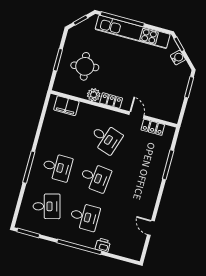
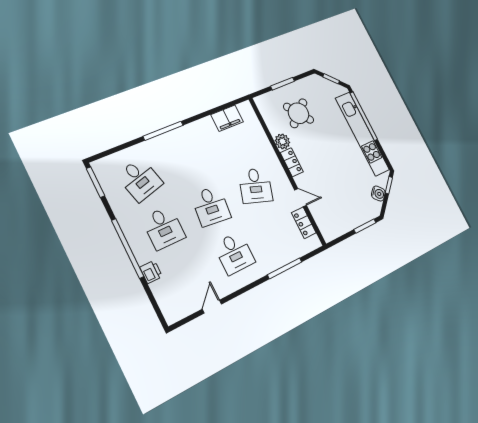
round table: (85, 66) -> (299, 113), turned -30
filing cabinet: (66, 106) -> (227, 118), moved, turned -90
door: (137, 115) -> (301, 198), hinge flipped
desk: (57, 167) -> (234, 253), moved

